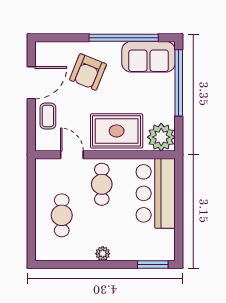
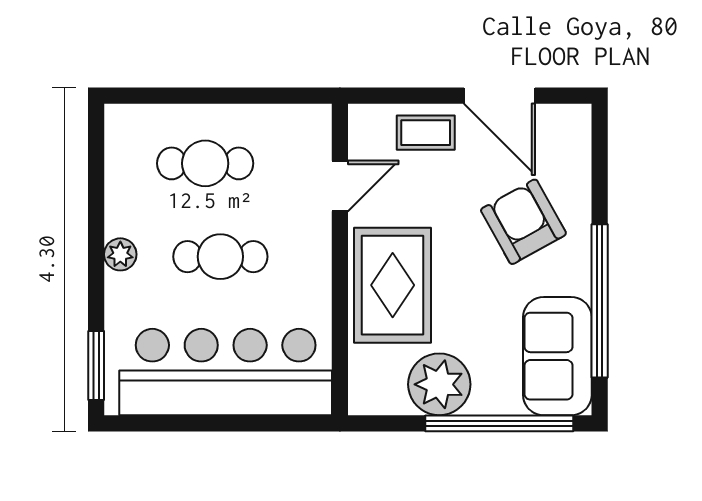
armchair: (88, 72) -> (523, 222), turned 39
plant: (161, 137) -> (439, 384), moved
cafe table: (102, 184) -> (220, 257), moved
bar counter: (156, 193) -> (226, 372), width x1.36

